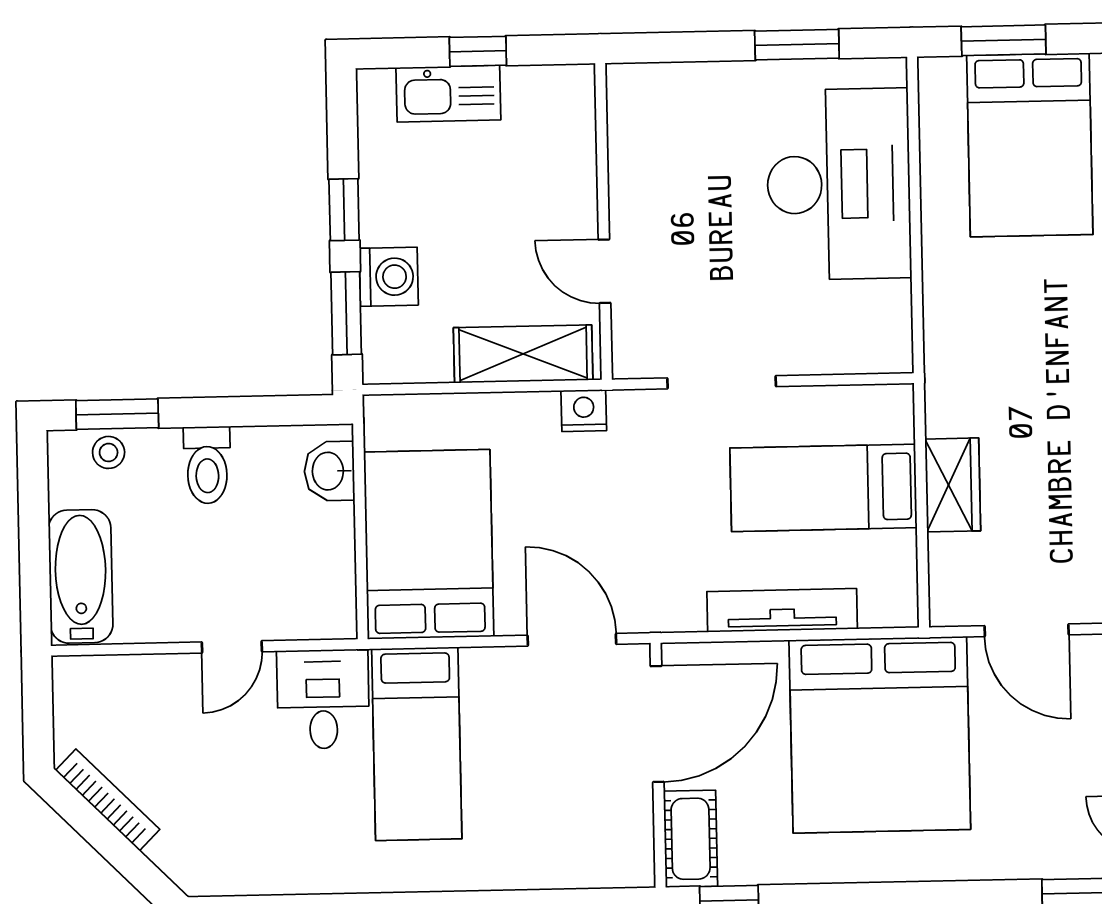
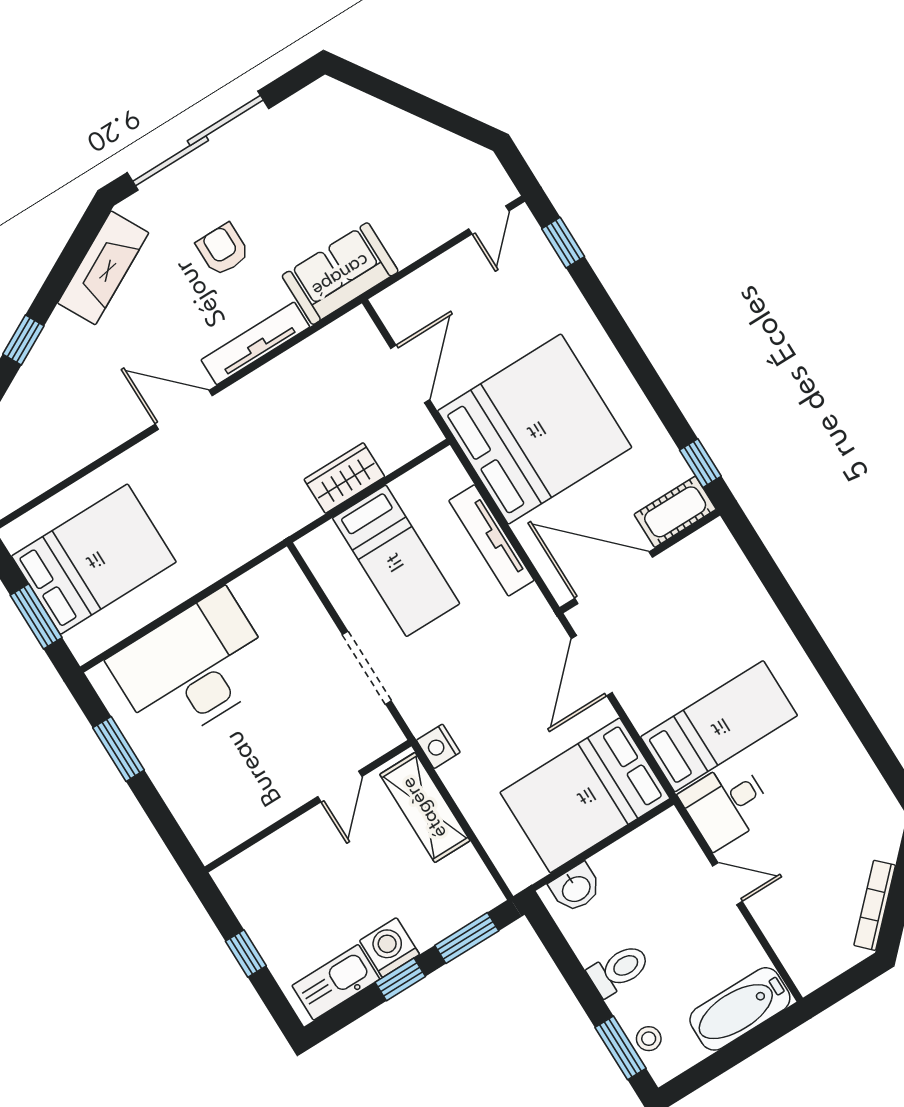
kitchen sink: (448, 94) -> (336, 982), moved, turned -90
washing machine: (389, 277) -> (389, 948), moved

